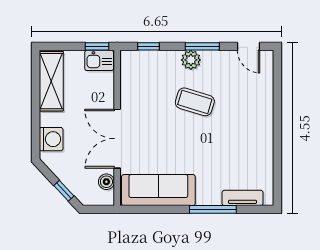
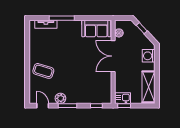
plant: (191, 60) -> (60, 98), moved
coffee table: (195, 102) -> (43, 71), moved
double door: (117, 139) -> (113, 56), swing flipped
sofa: (158, 190) -> (96, 28), width x0.73

